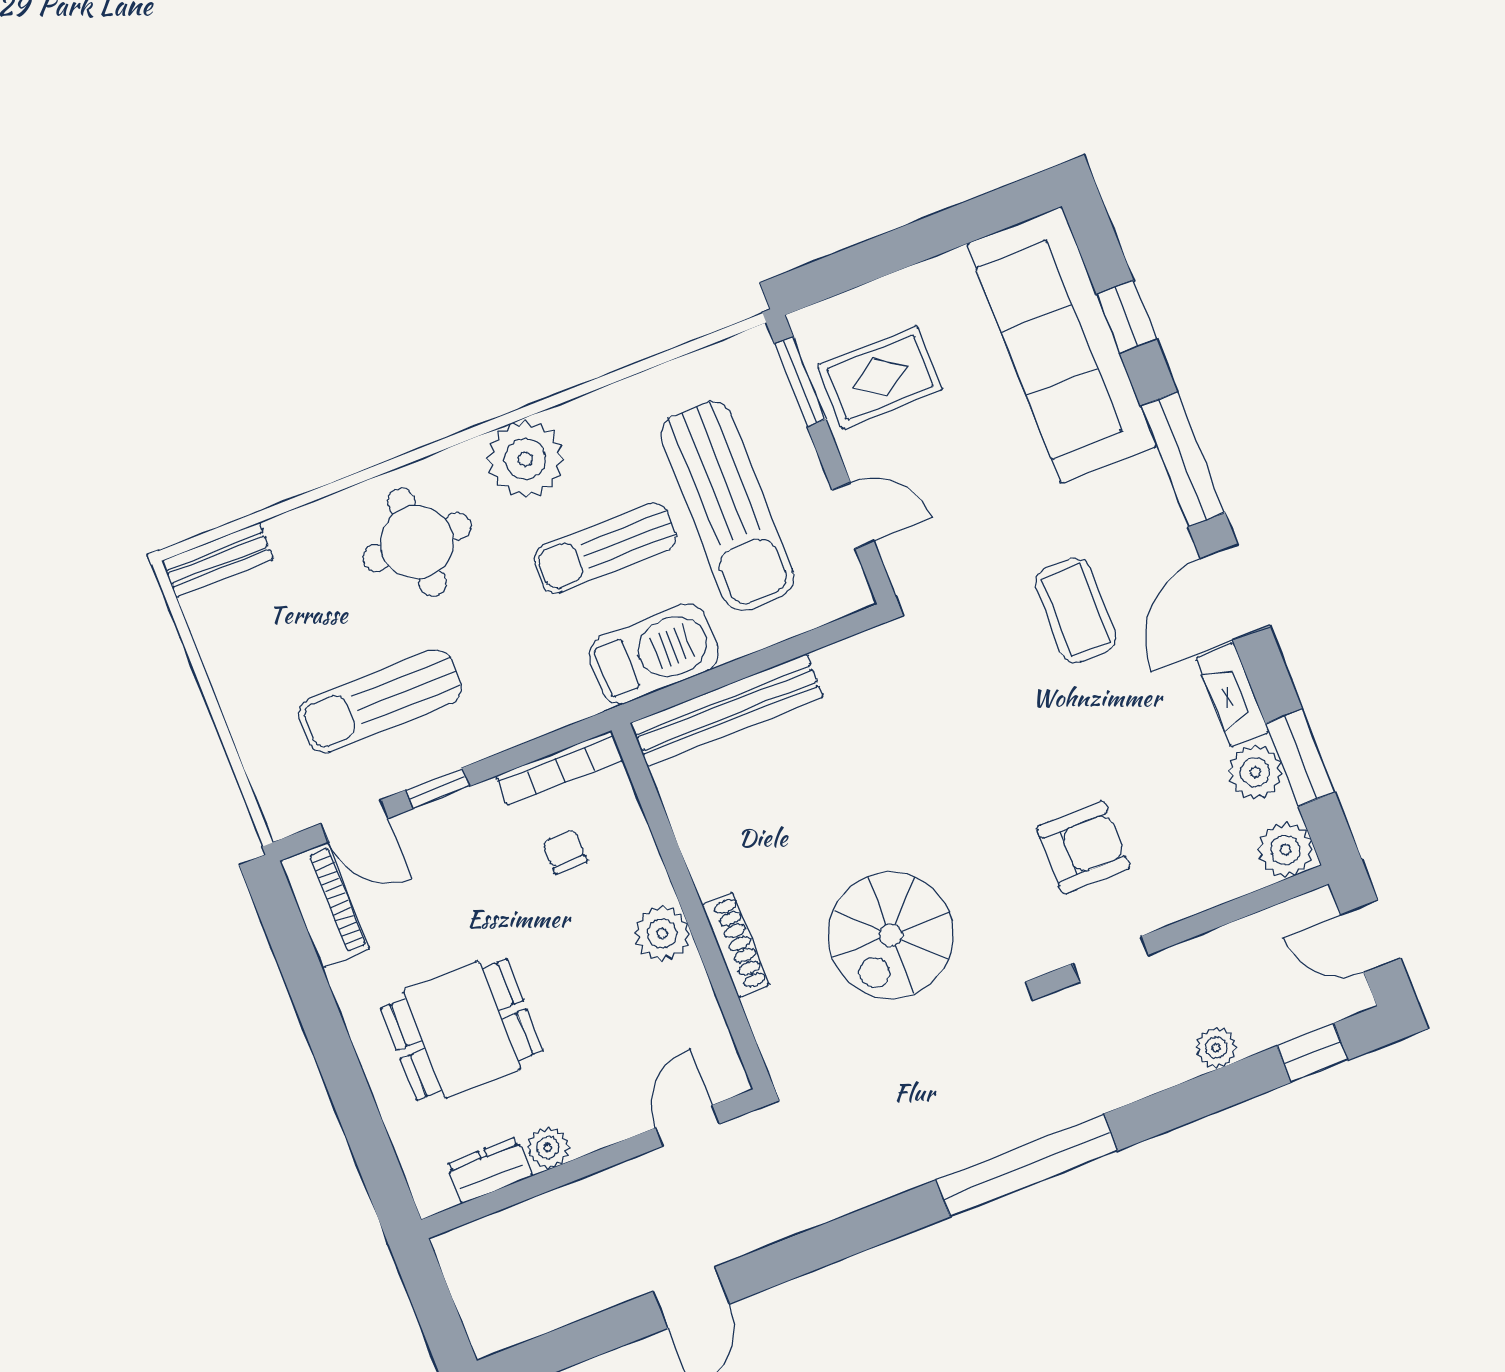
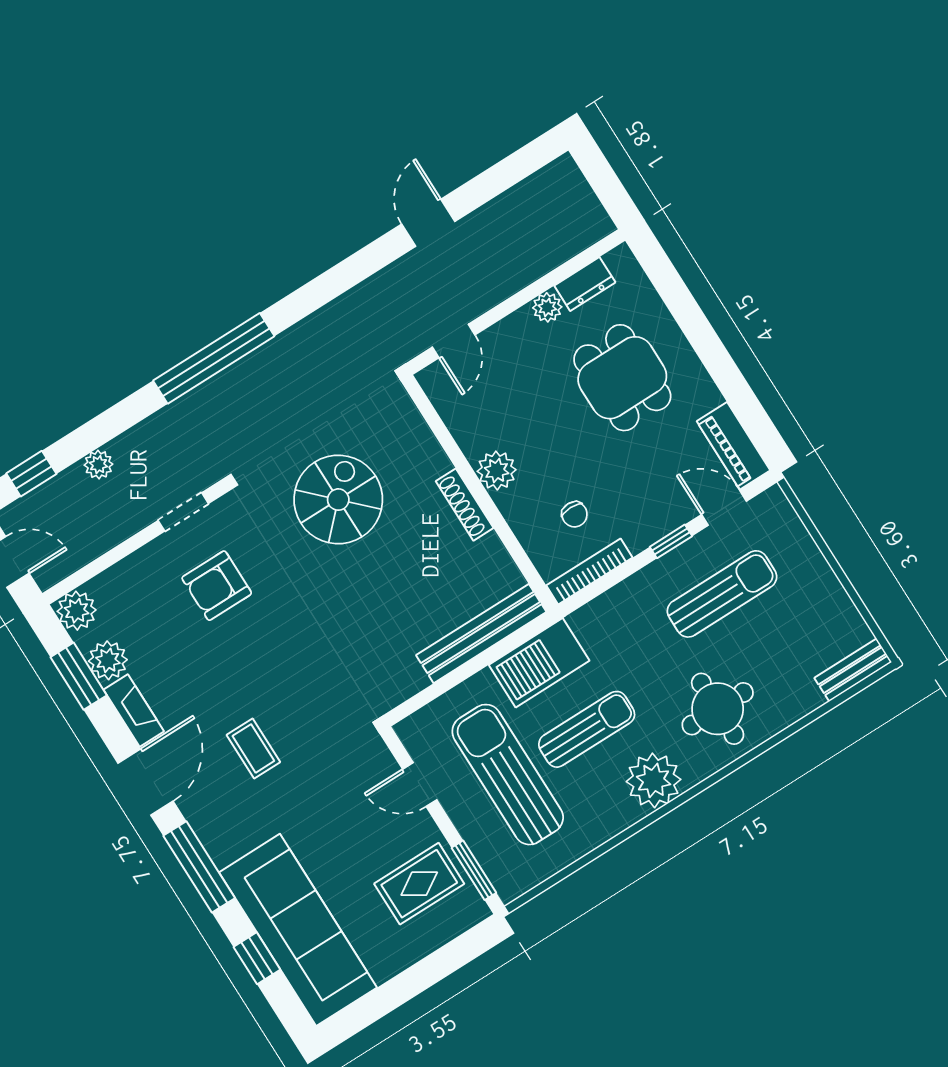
coffee table: (1075, 610) -> (253, 748), width x0.73, depth x0.77
shoe rack: (736, 945) -> (465, 505), moved
dining table: (462, 1030) -> (622, 378), turned 90

